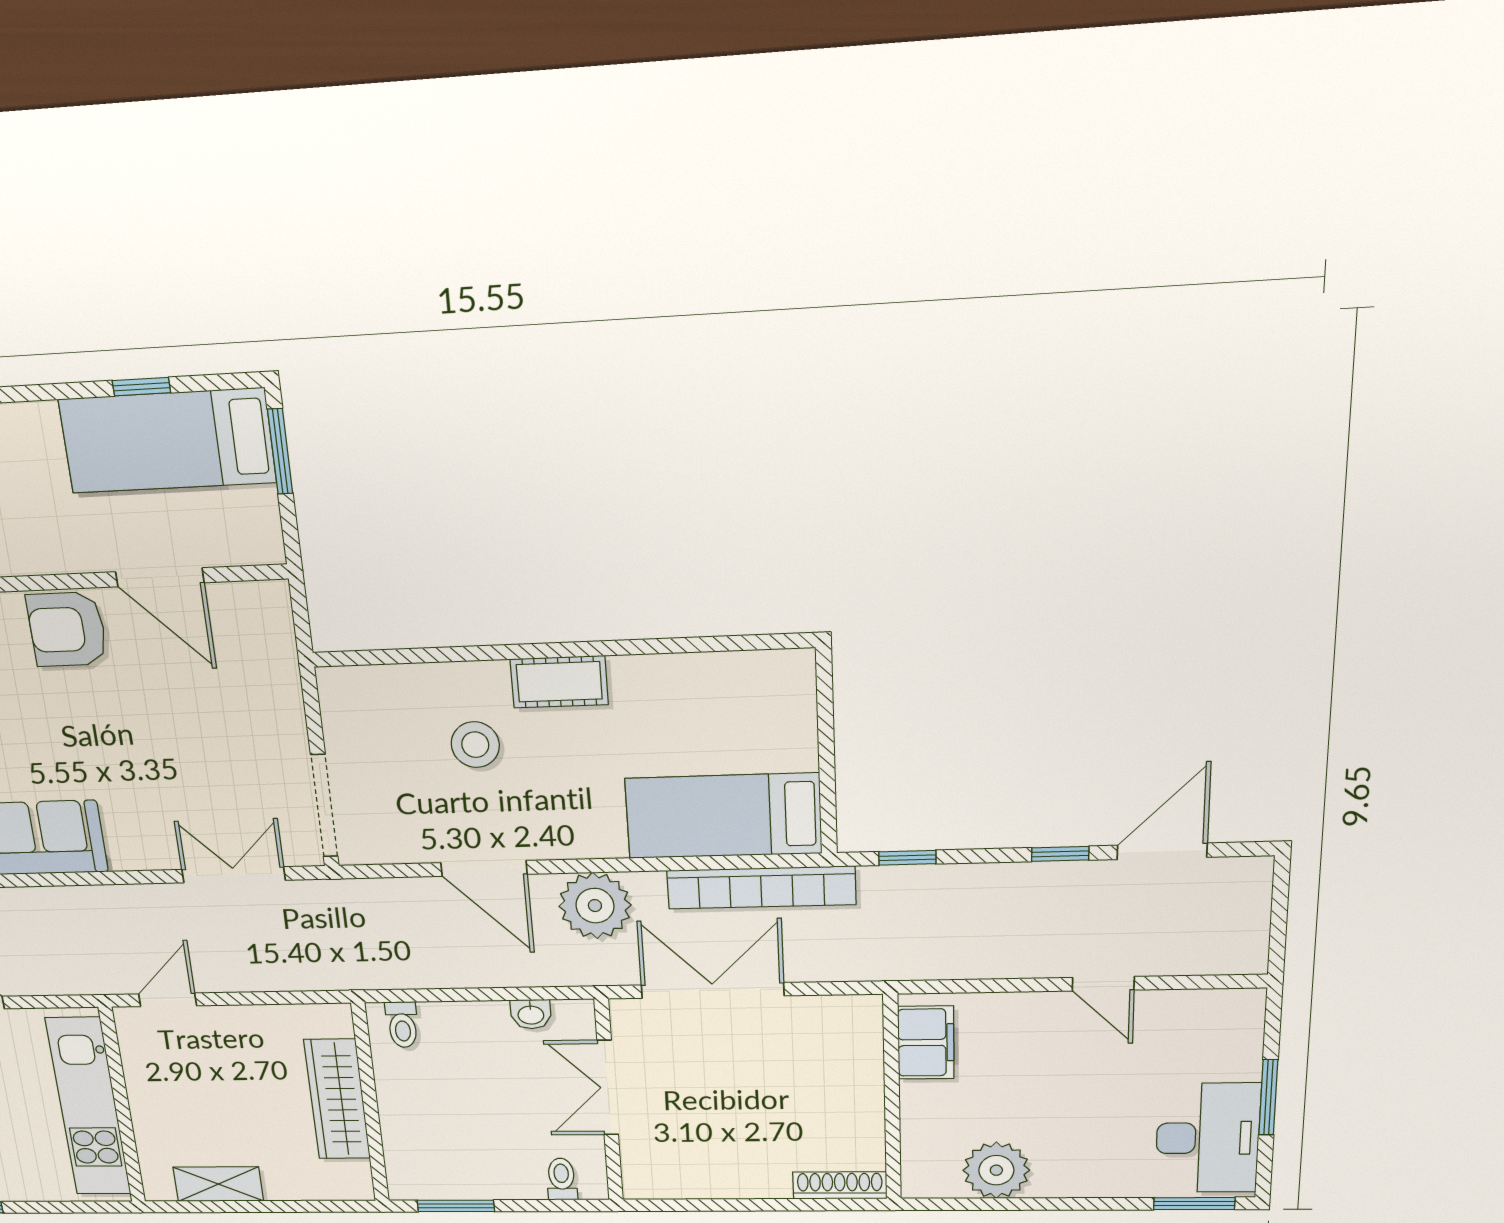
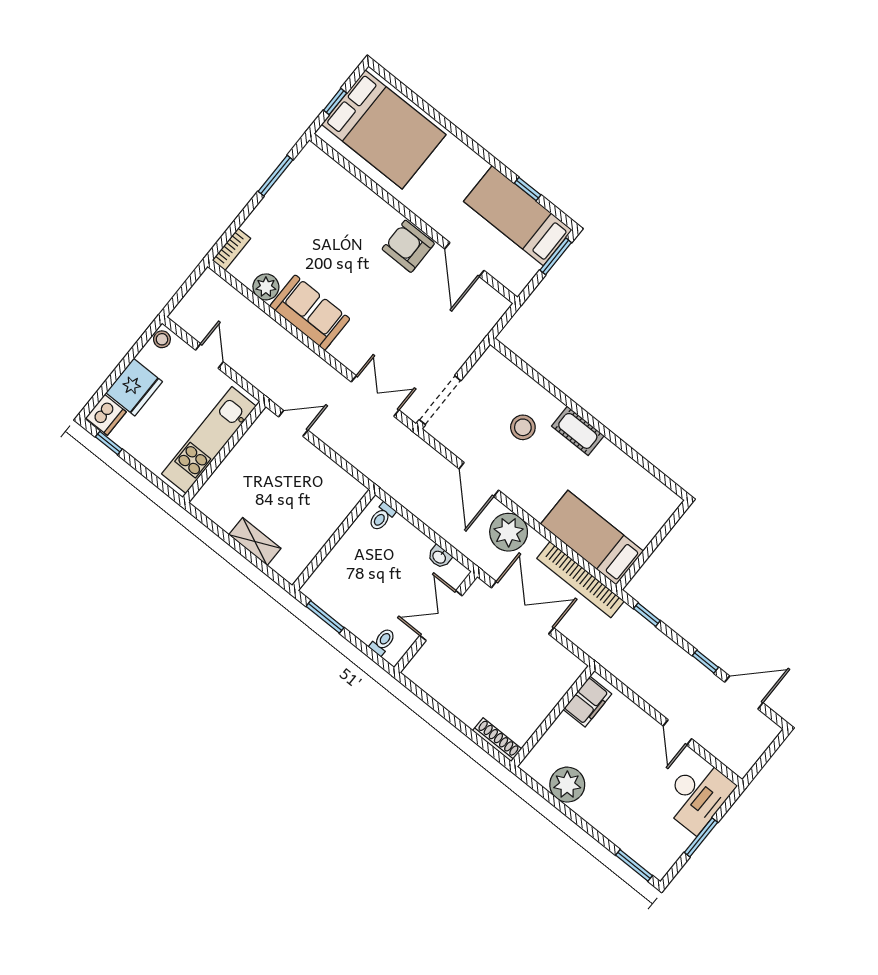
wardrobe: (337, 1099) -> (322, 526), removed
desk: (1208, 1138) -> (697, 795), moved
shelving: (218, 1184) -> (255, 542), moved

